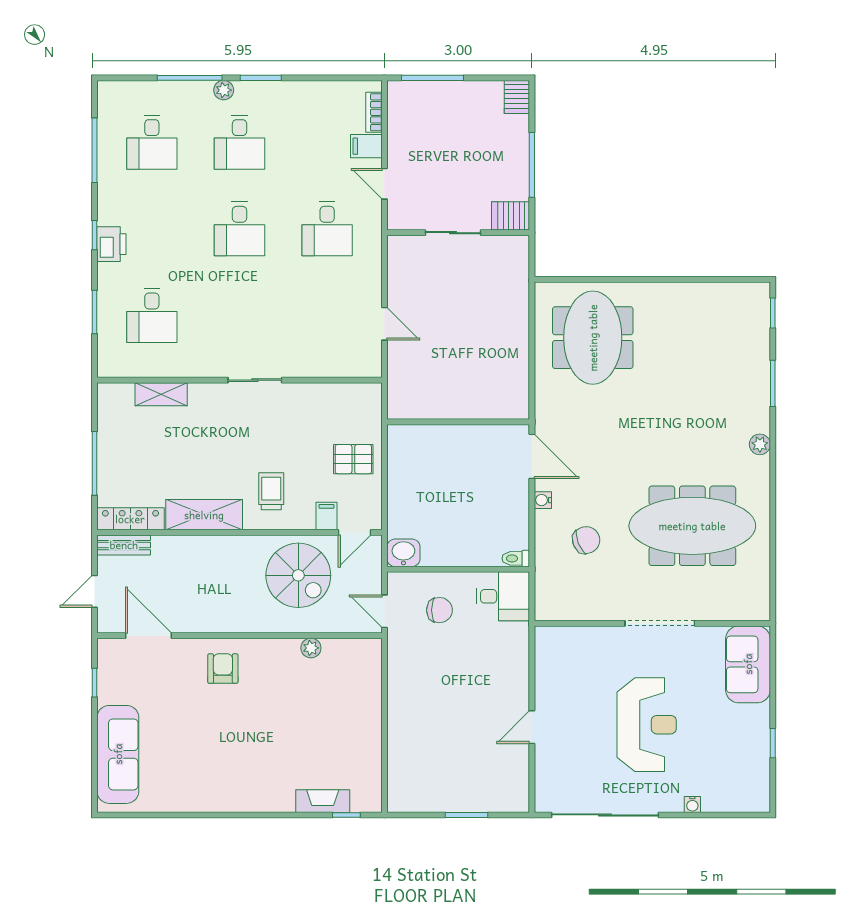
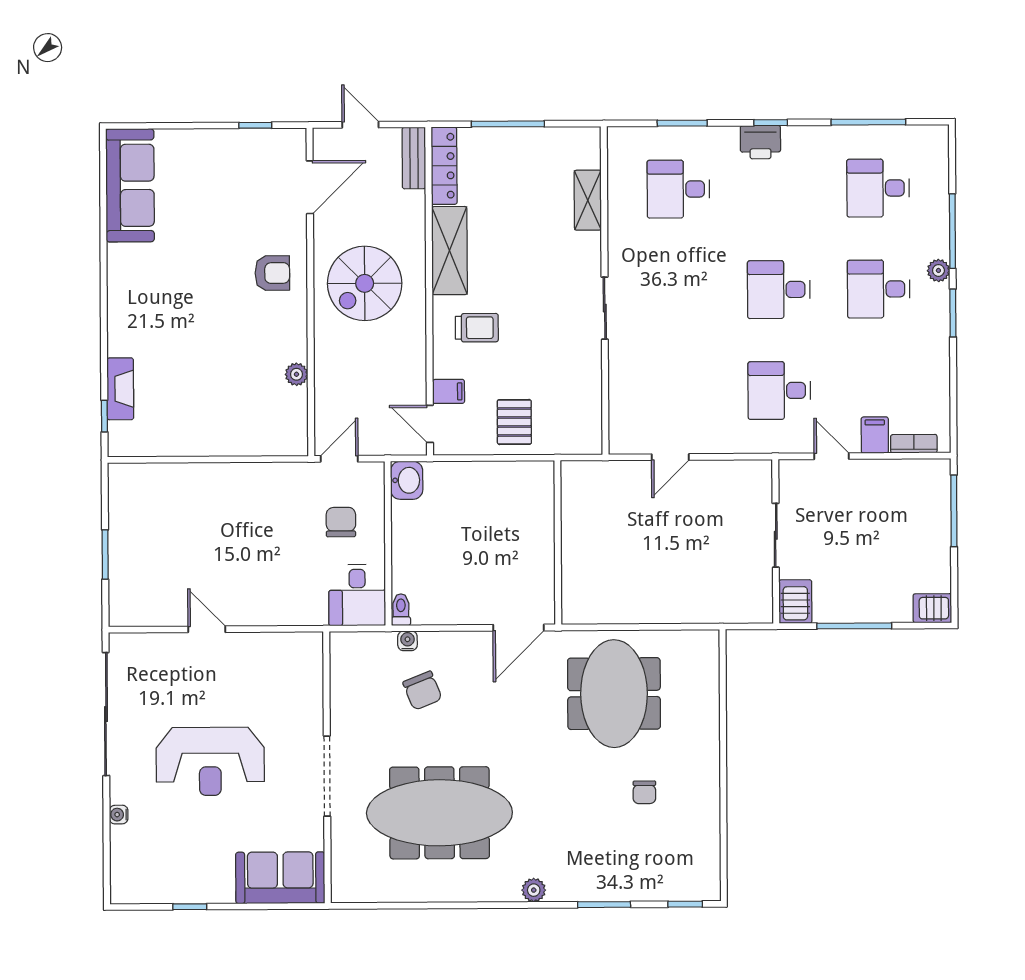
door: (384, 184) -> (832, 456), hinge flipped
meeting table: (593, 338) -> (614, 694), moved, turned 90
chair: (675, 348) -> (644, 792), added
water cooler: (543, 500) -> (407, 641), moved
meeting table: (692, 526) -> (439, 813), turned 90
spiral stairs: (298, 575) -> (365, 283), moved
chair: (439, 610) -> (341, 522), turned 180
sofa: (118, 754) -> (130, 185), moved, turned -90

